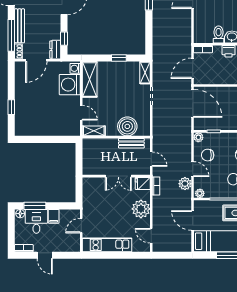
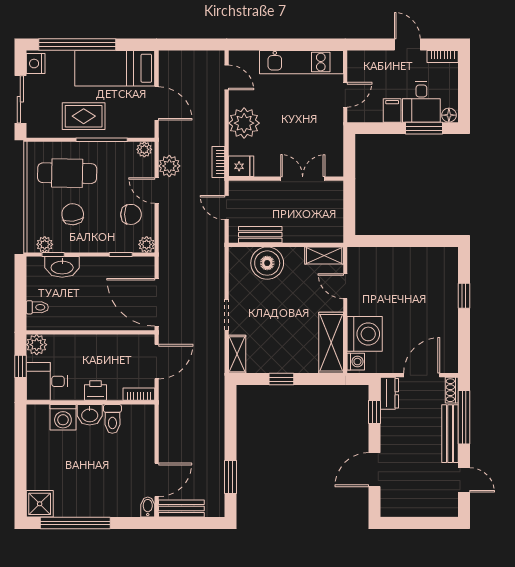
double door: (118, 176) -> (303, 179), moved

